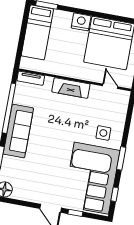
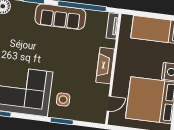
window: (121, 158) -> (62, 121), moved

